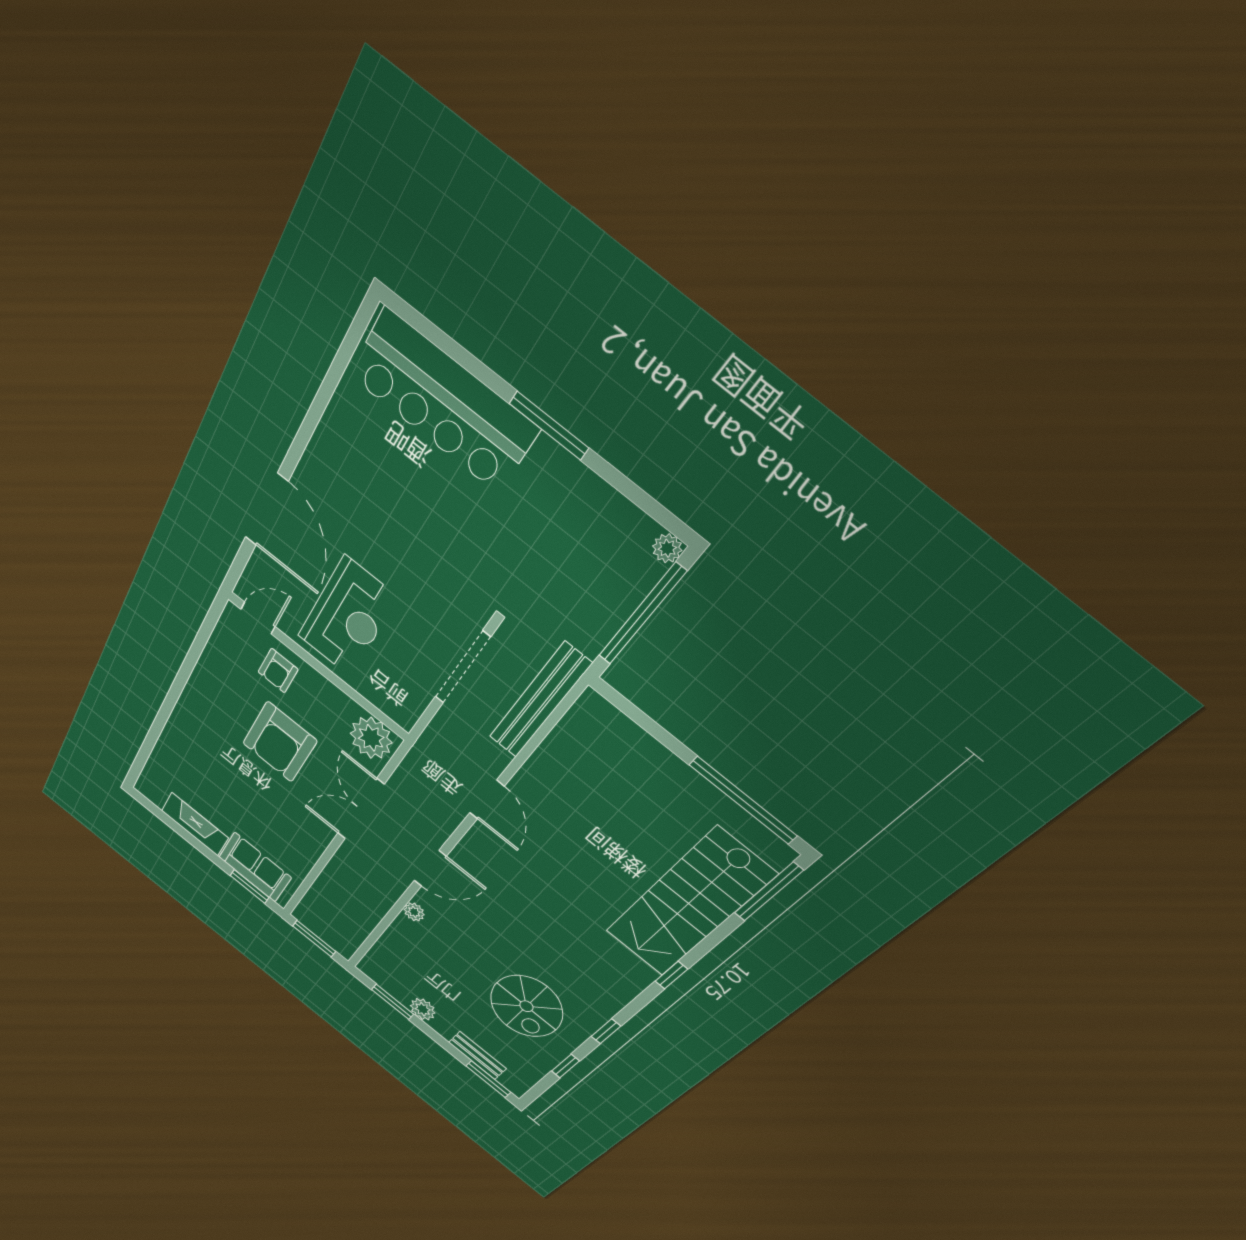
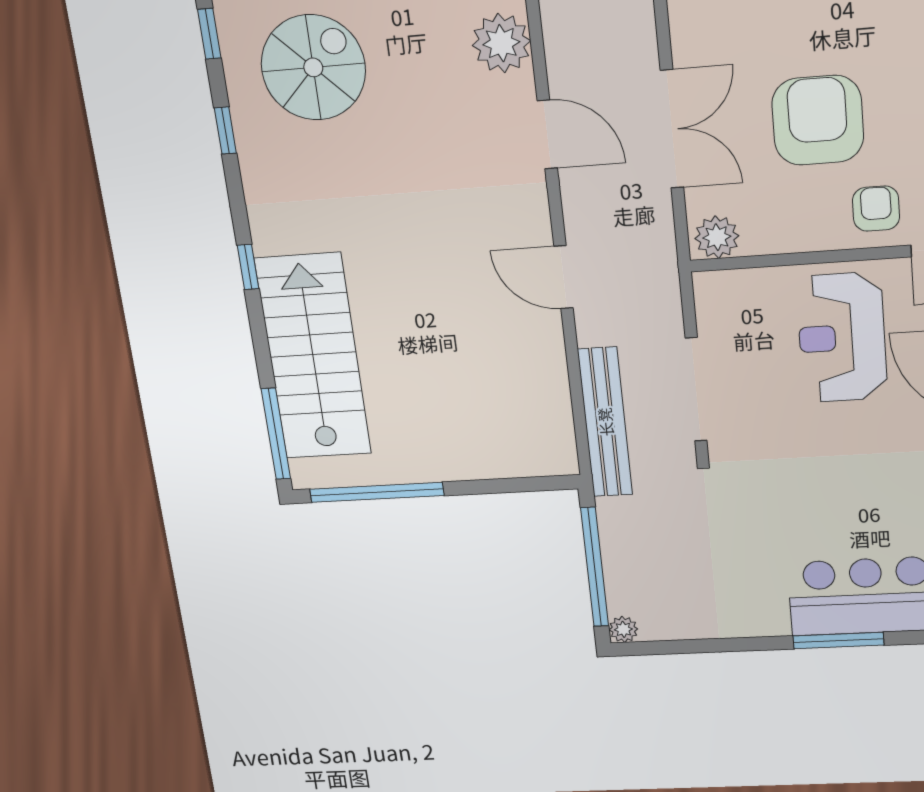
window: (549, 426) -> (838, 640), moved
plant: (371, 738) -> (717, 237), width x0.73, depth x0.73
door: (430, 868) -> (547, 134), swing flipped
plant: (414, 912) -> (501, 43), width x1.88, depth x1.88
spiral stairs: (526, 1006) -> (313, 67), turned 90

